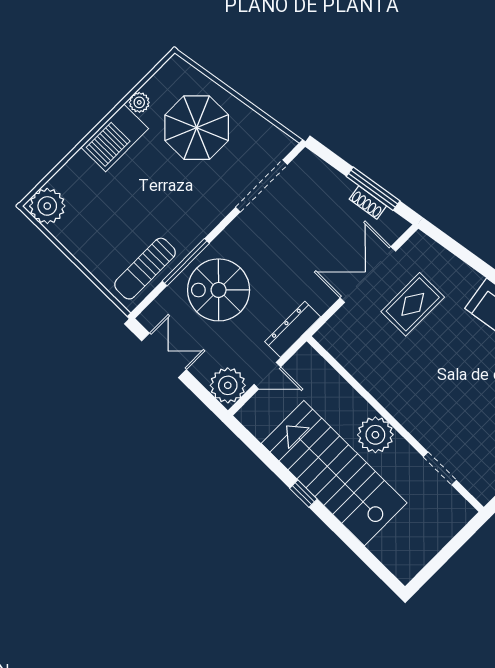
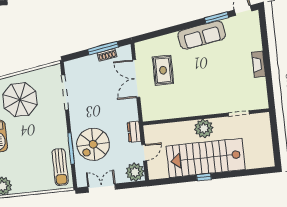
dresser: (293, 329) -> (134, 132), width x0.70

